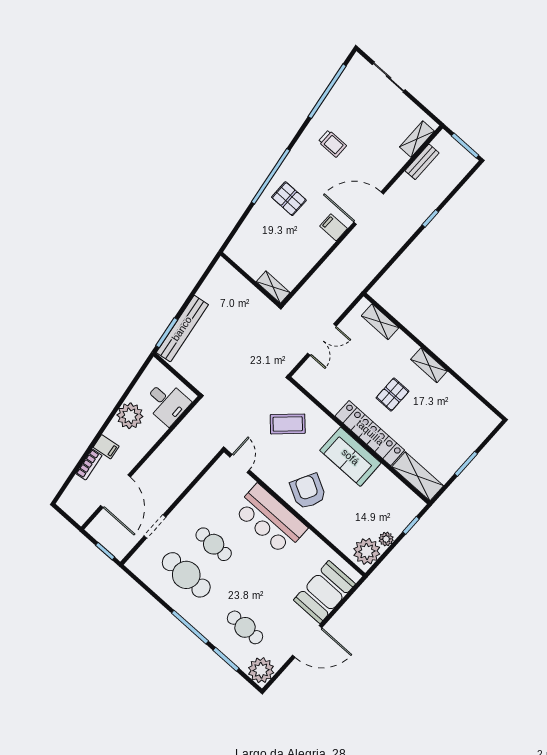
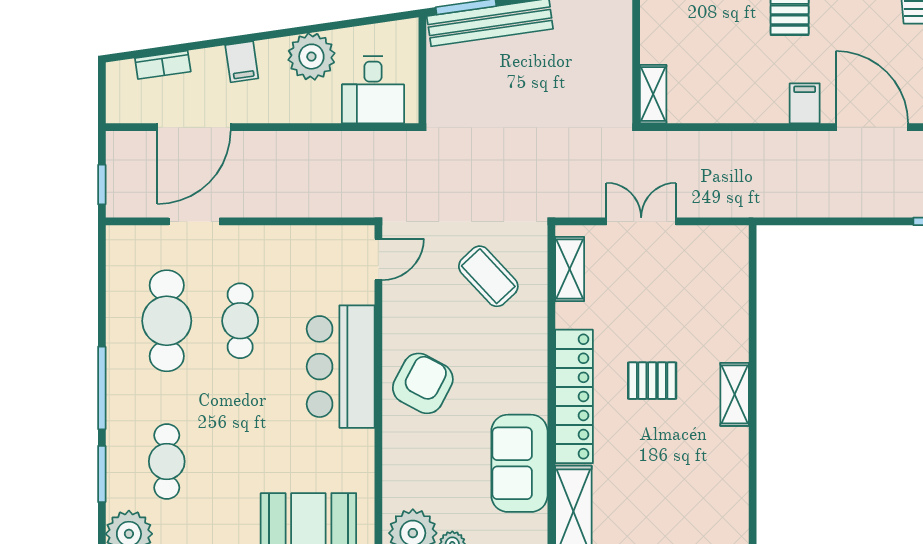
shelving: (380, 322) -> (570, 269), moved
double door: (322, 340) -> (641, 221), swing flipped
sofa: (350, 457) -> (519, 463), moved
bookcase: (89, 464) -> (163, 65), moved

